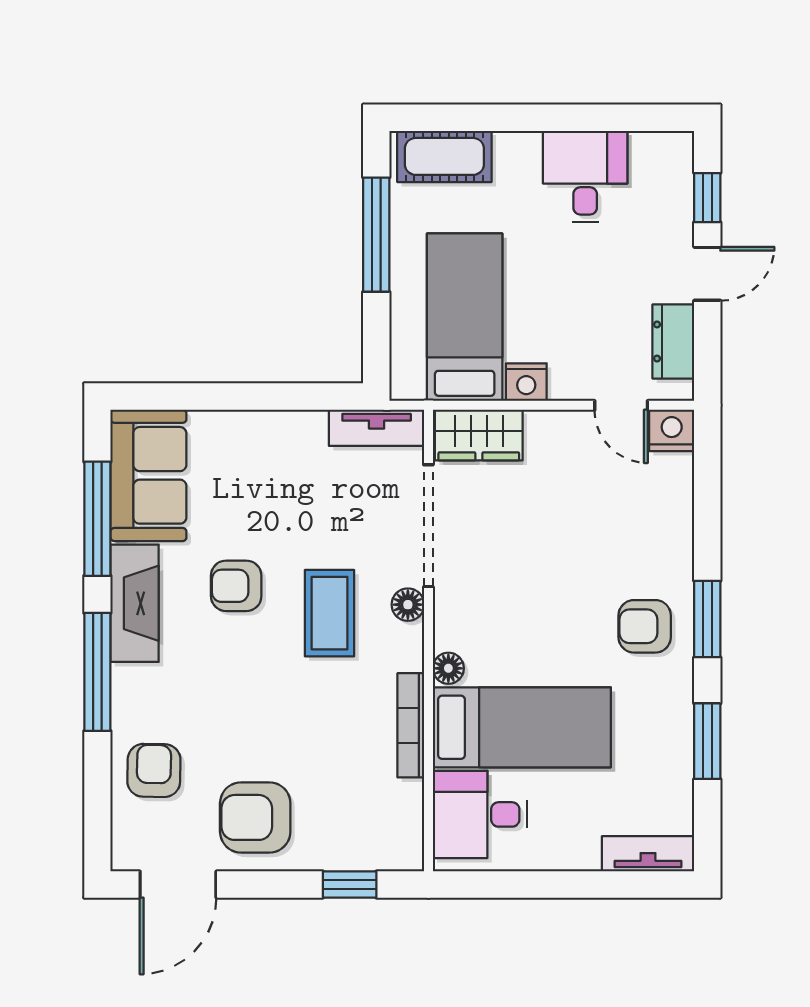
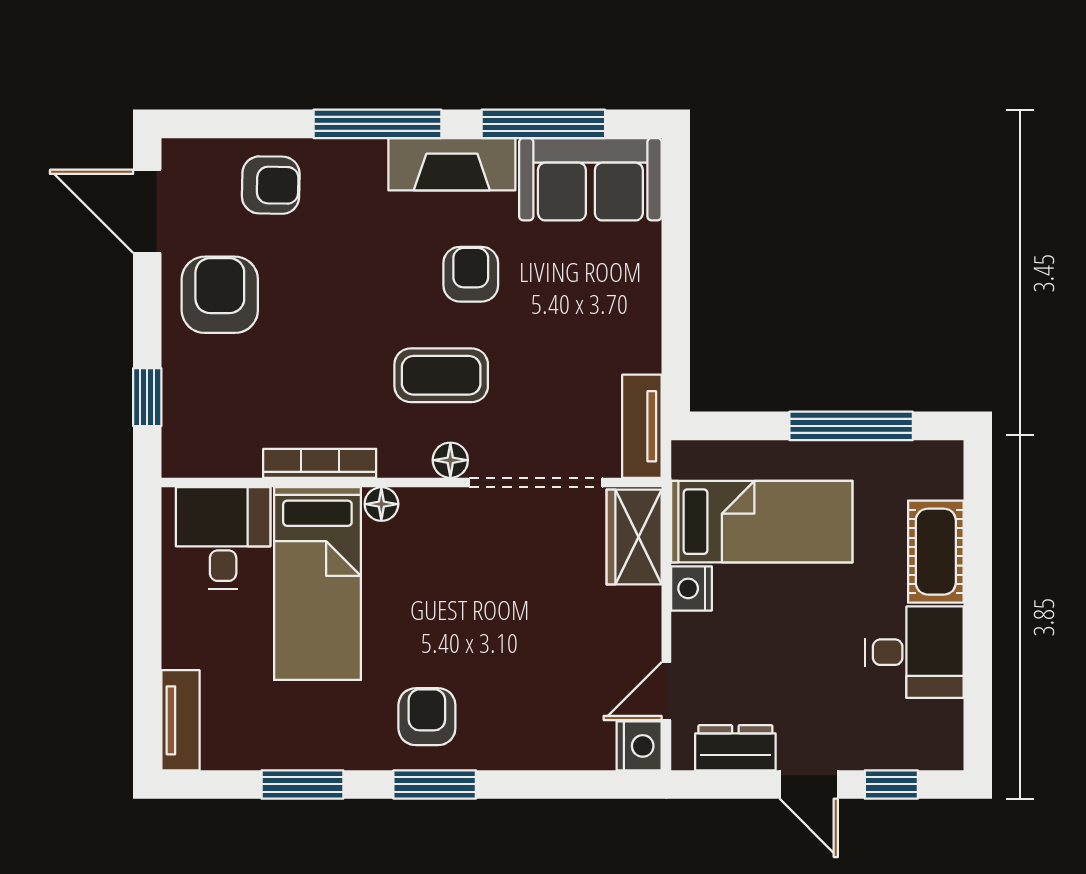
cot: (444, 156) -> (936, 552), moved

